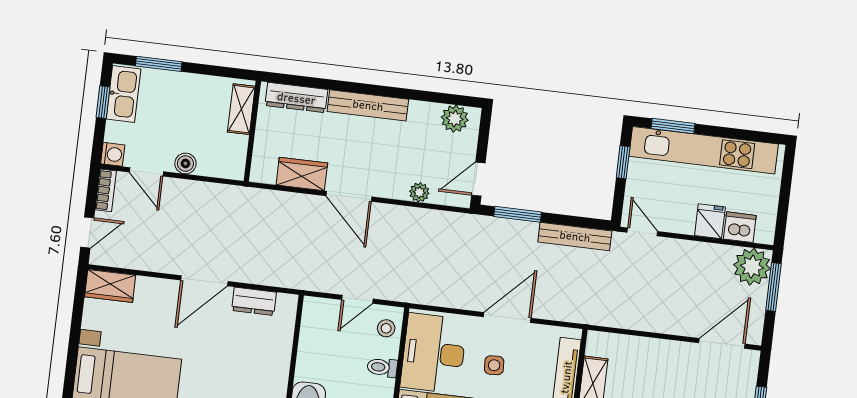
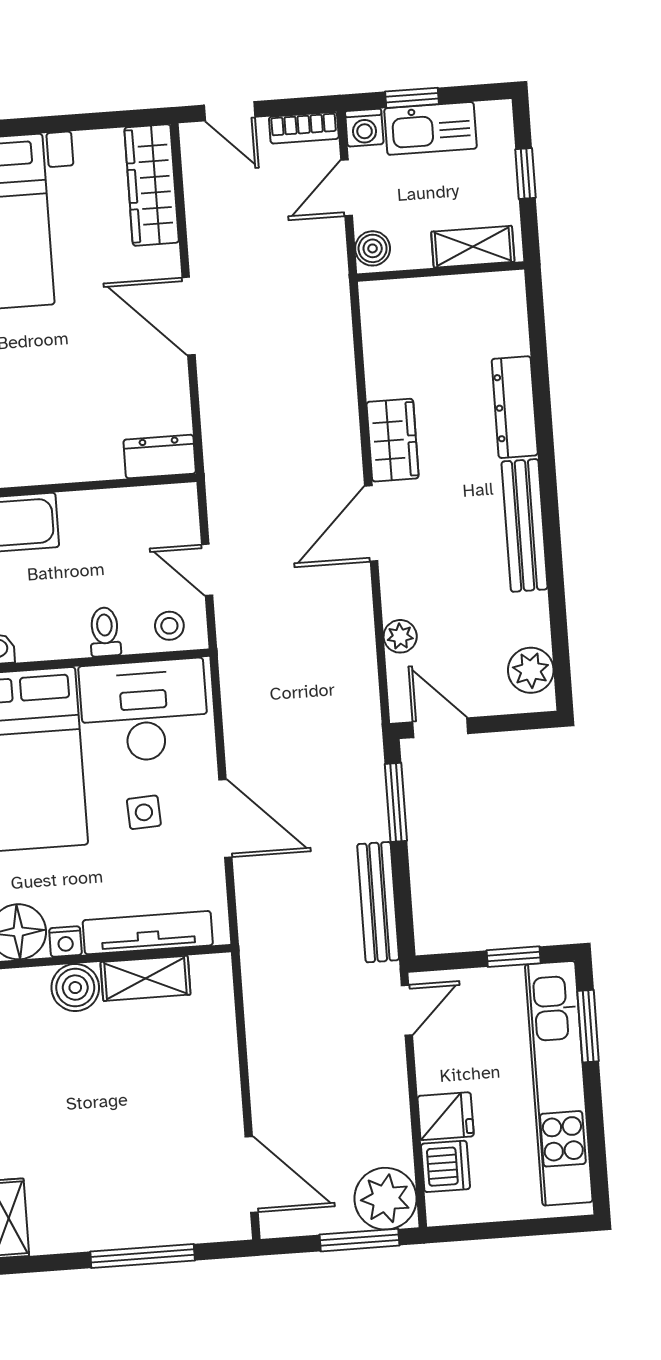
window: (159, 64) -> (525, 173), width x0.67
kitchen sink: (123, 94) -> (430, 128), moved
window: (103, 102) -> (412, 98), moved
shelving: (241, 109) -> (473, 247), moved
wall: (252, 131) -> (441, 271), moved
wardrobe: (110, 286) -> (152, 185), width x1.50
dresser: (254, 301) -> (160, 457), moved, turned 90

